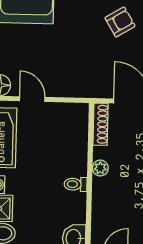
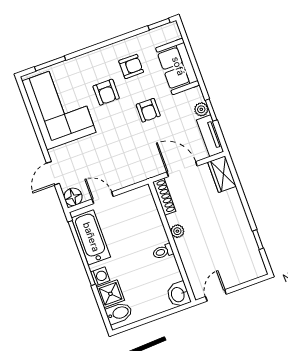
armchair: (120, 22) -> (148, 110), turned 121

